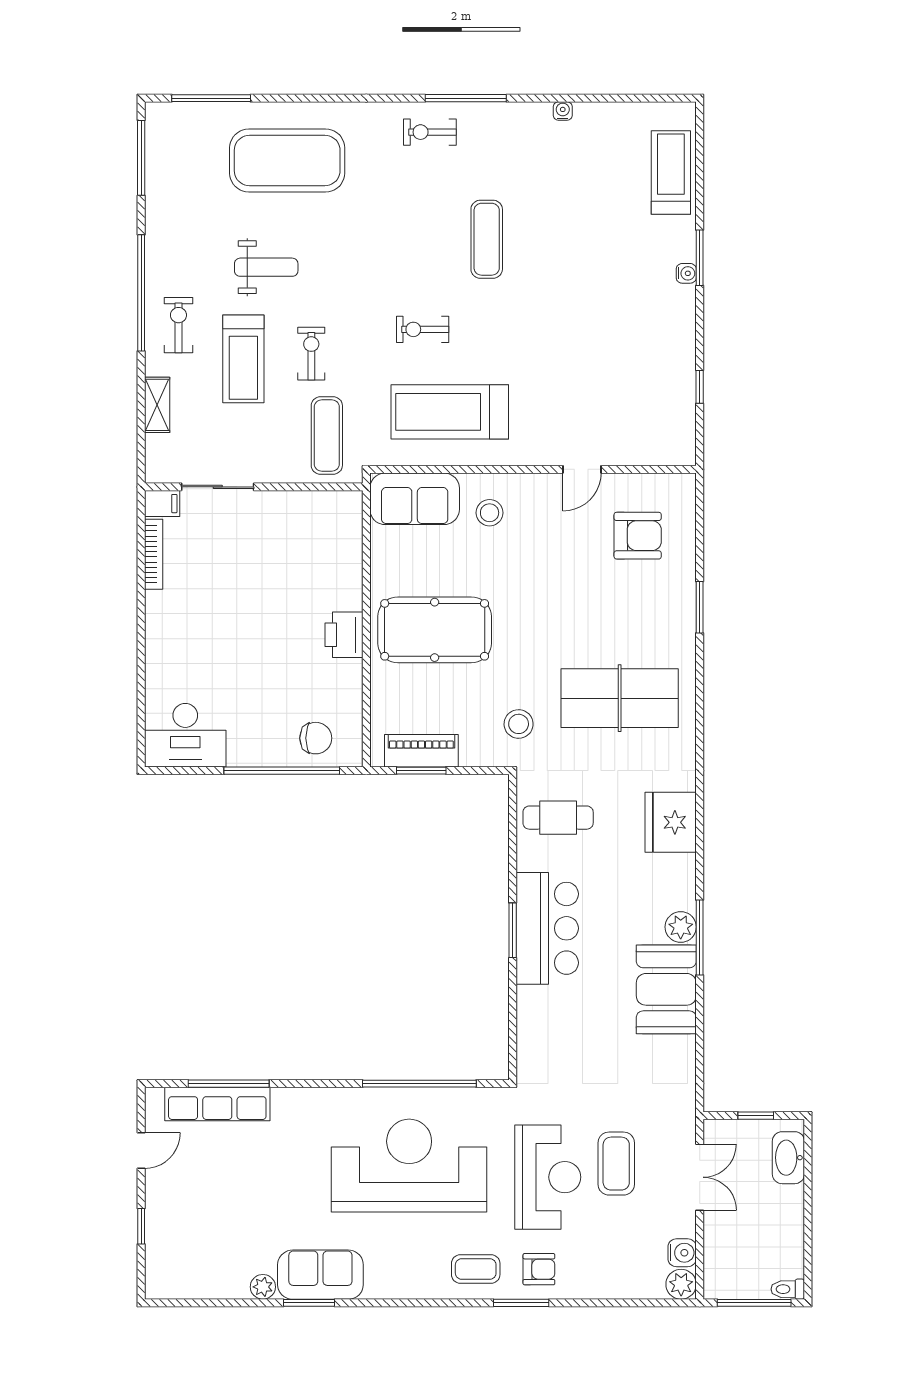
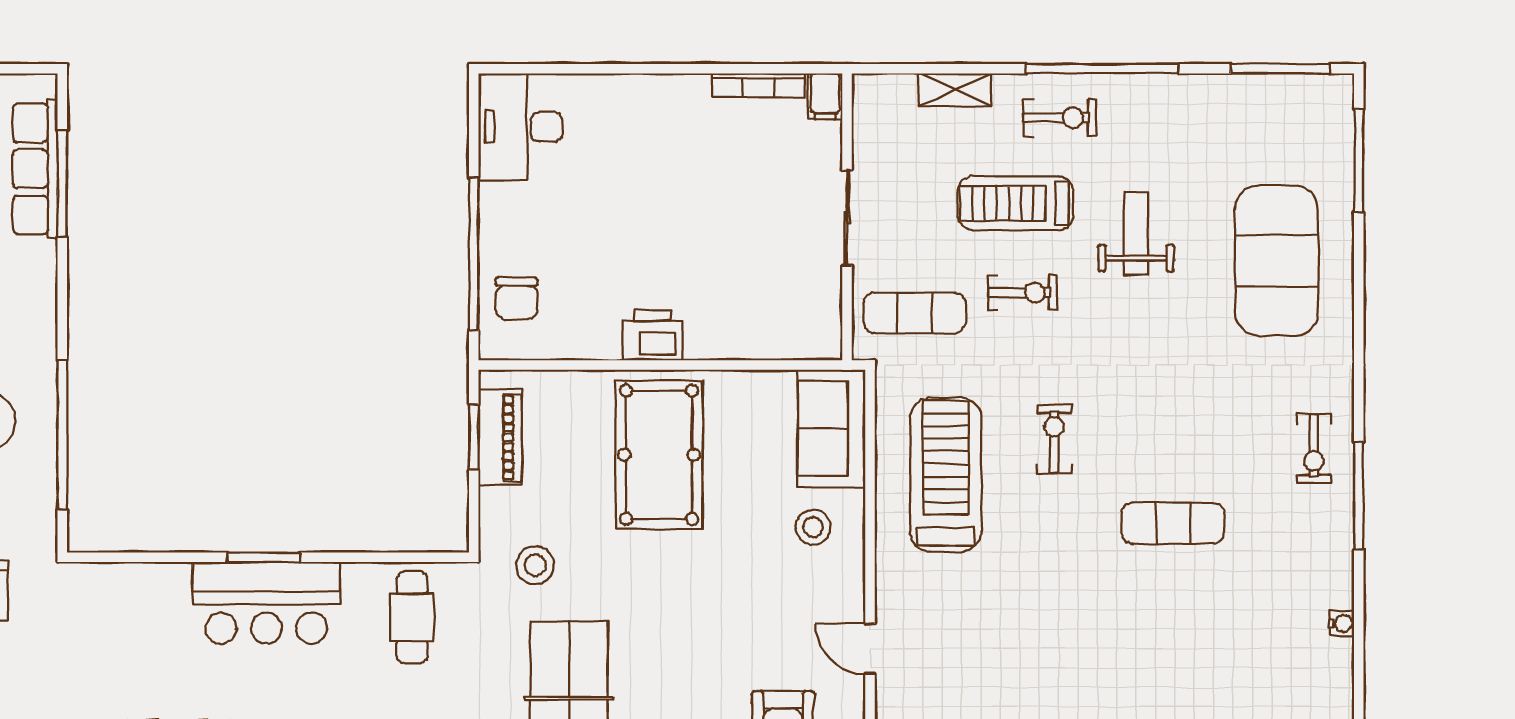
exercise bike: (430, 132) -> (1314, 449), turned 180
weight bench: (266, 267) -> (1136, 233), turned 180
sliding door: (218, 487) -> (847, 218), moved

